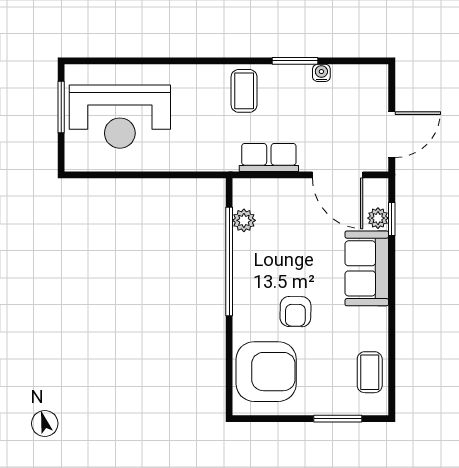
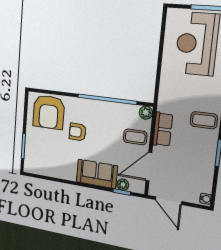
water cooler: (321, 73) -> (206, 199), moved
plant: (244, 220) -> (146, 113), moved
coffee table: (370, 372) -> (135, 137), moved

